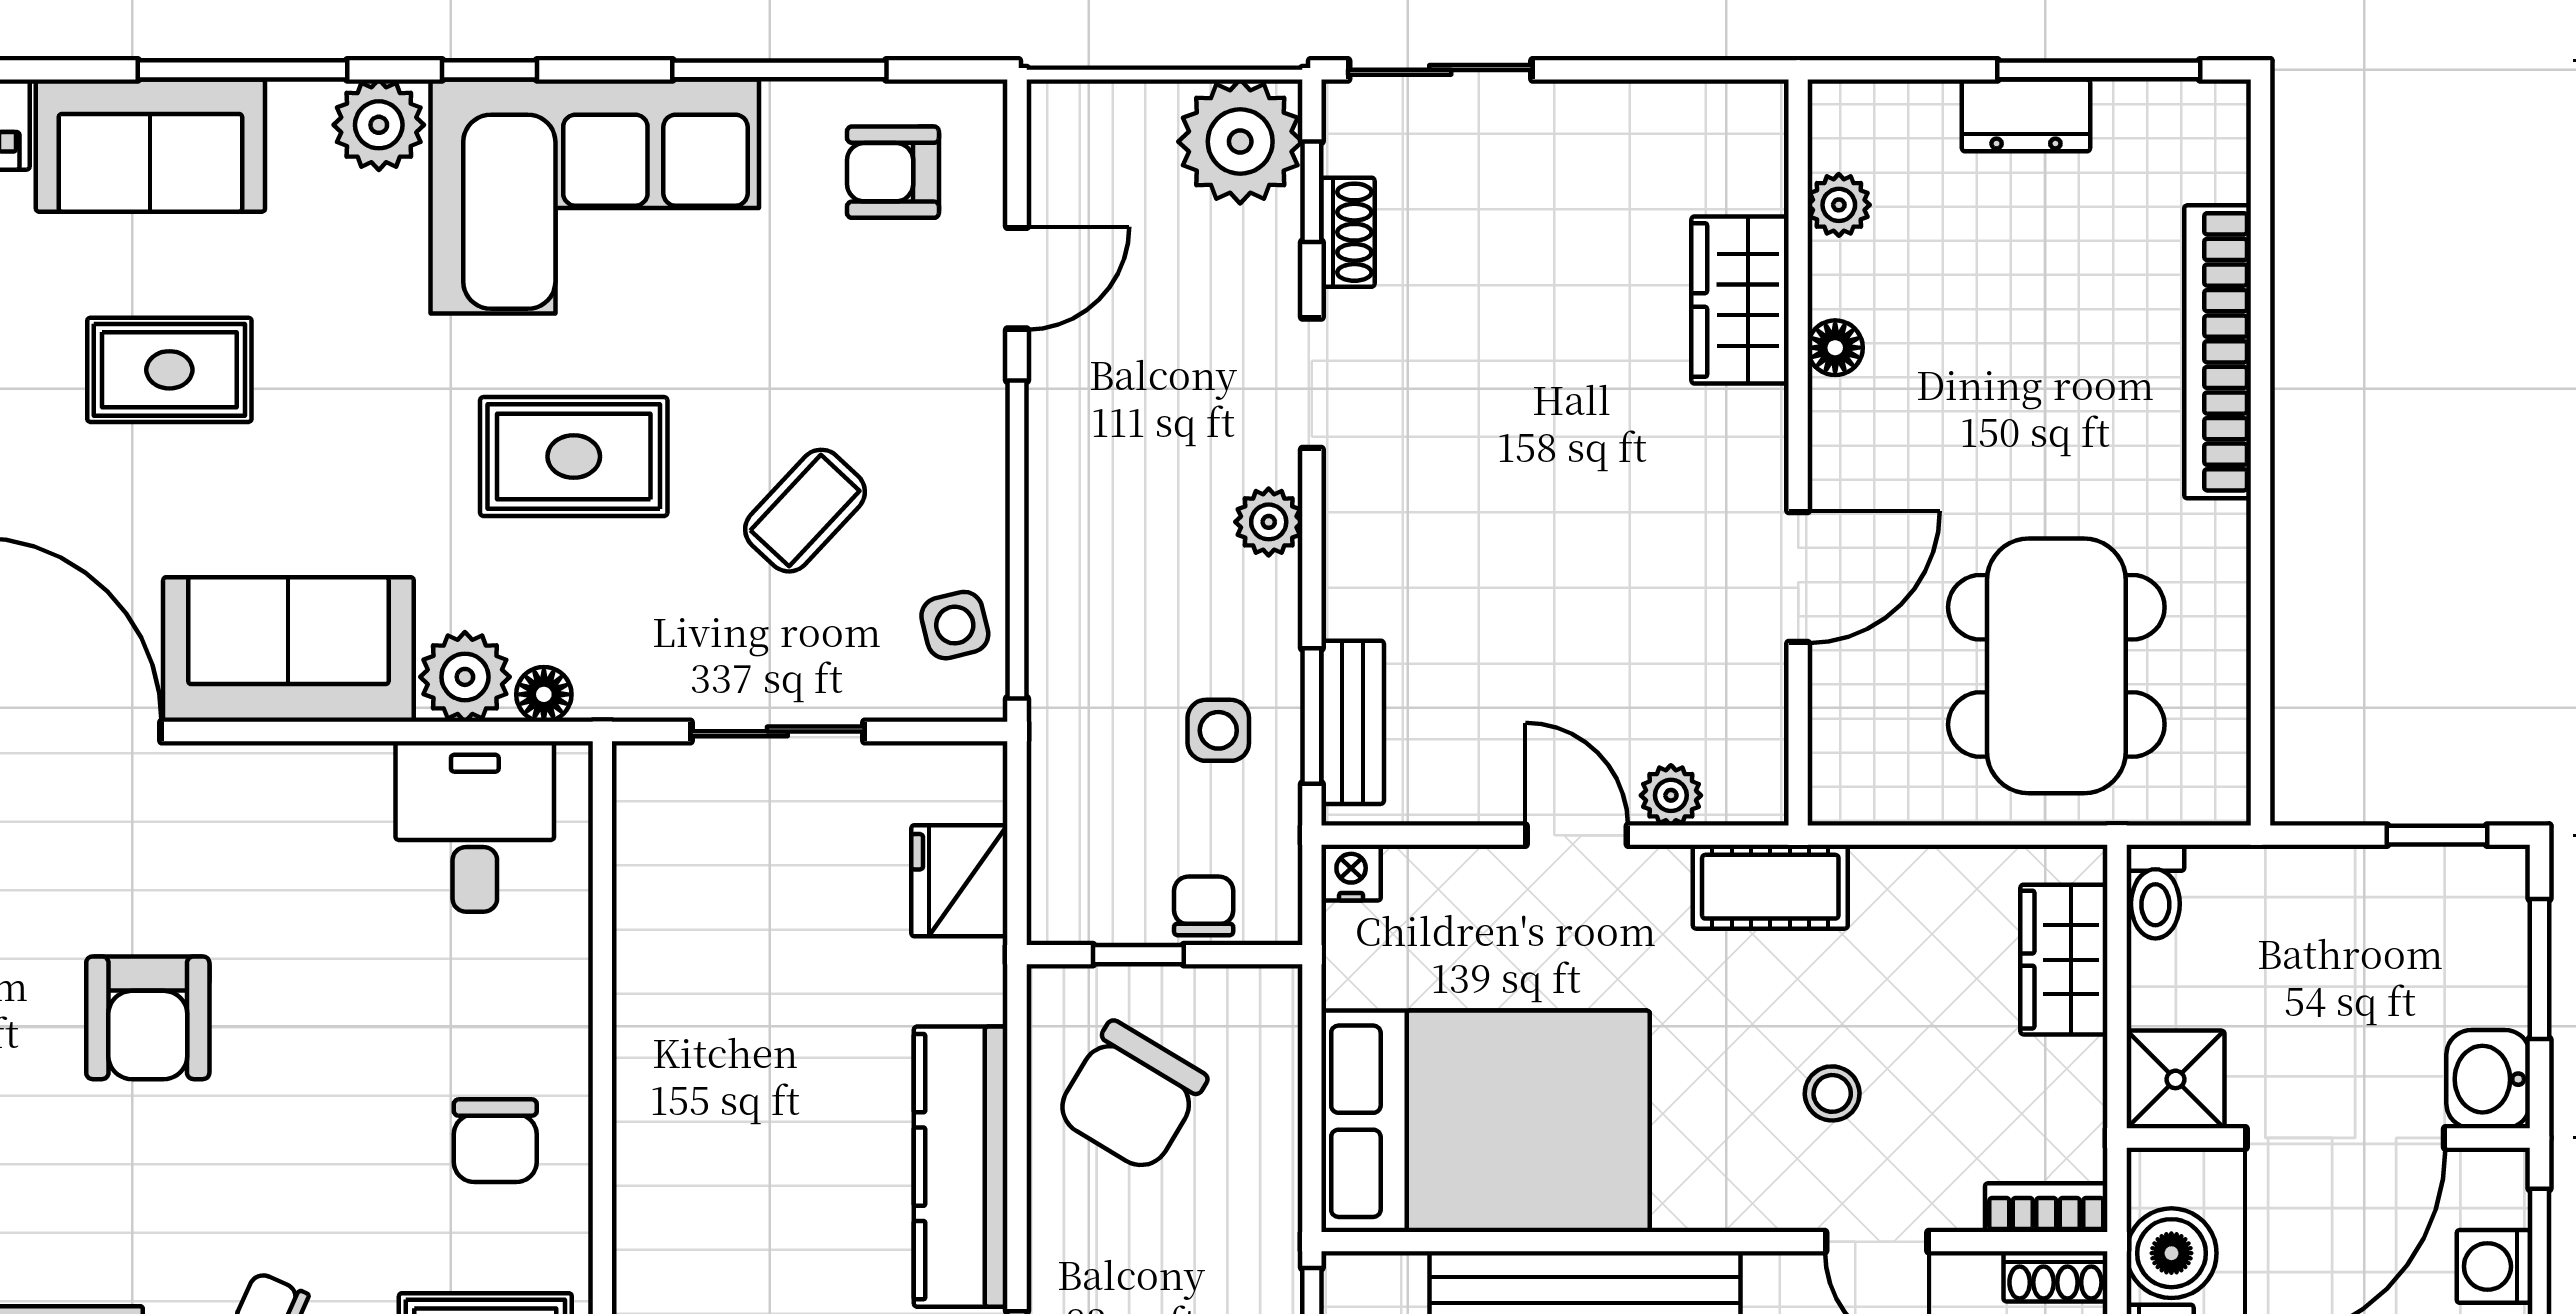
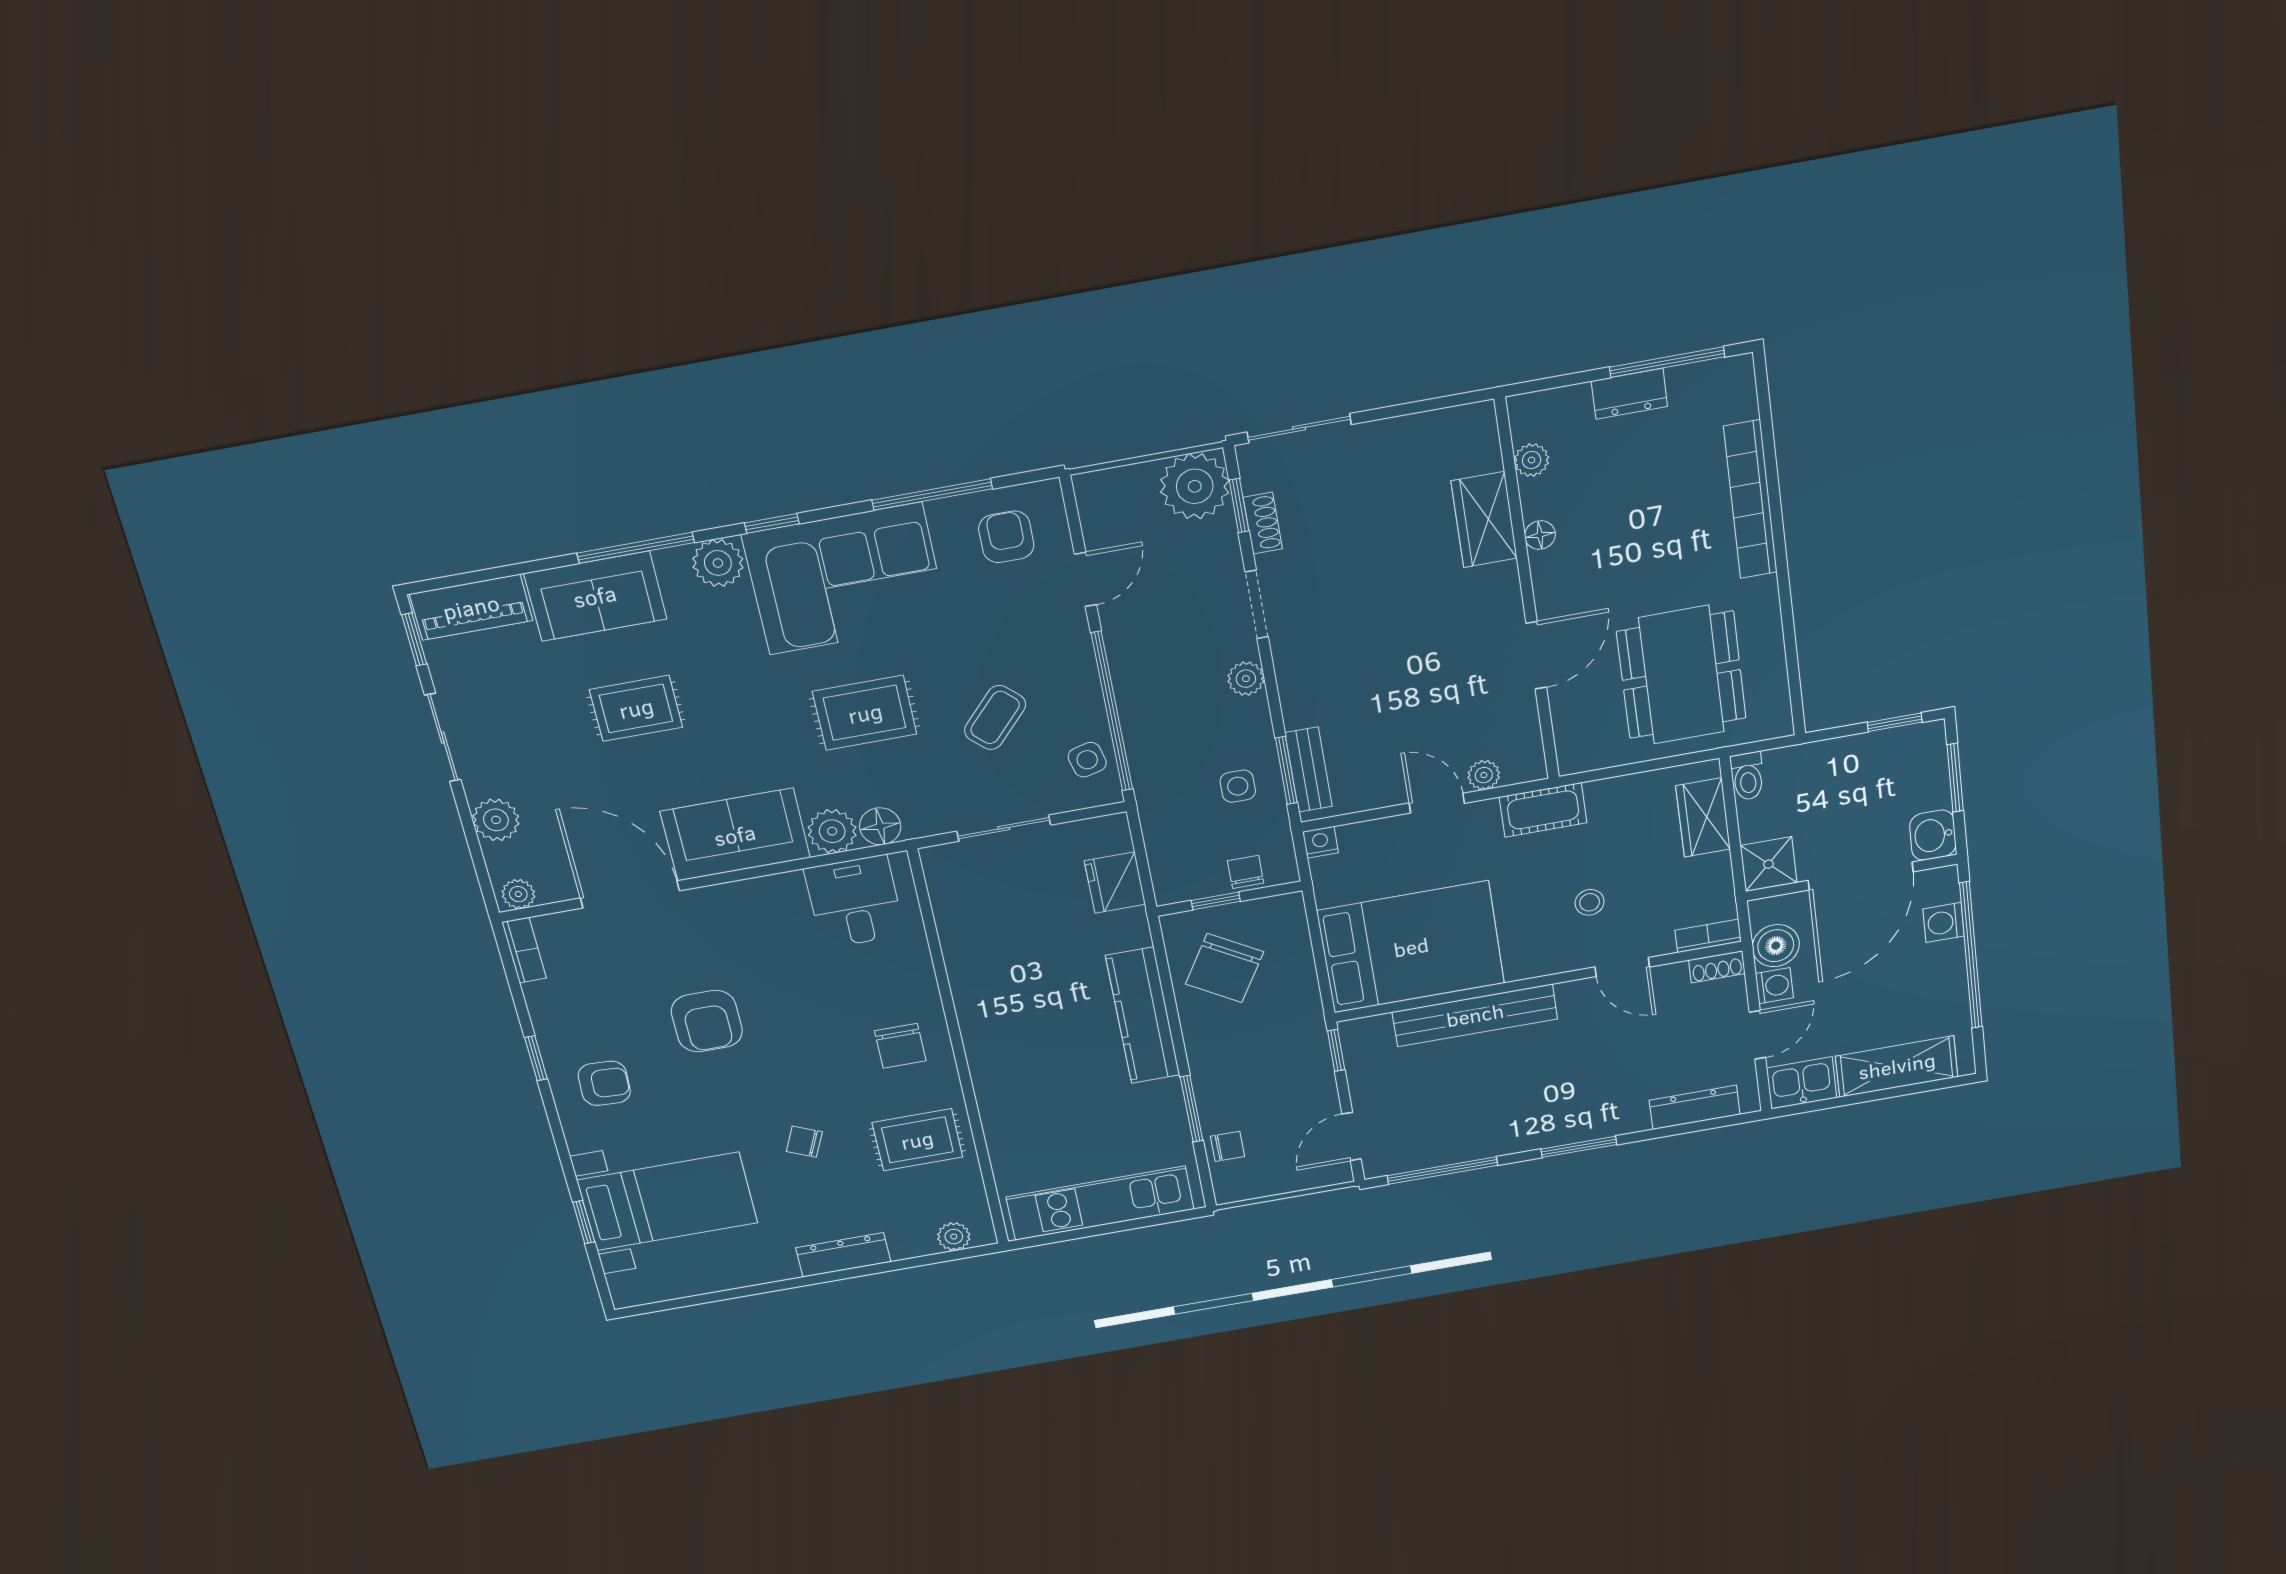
armchair: (893, 172) -> (1006, 537), turned 90
floor lamp: (544, 694) -> (880, 826), width x1.37, depth x1.37

